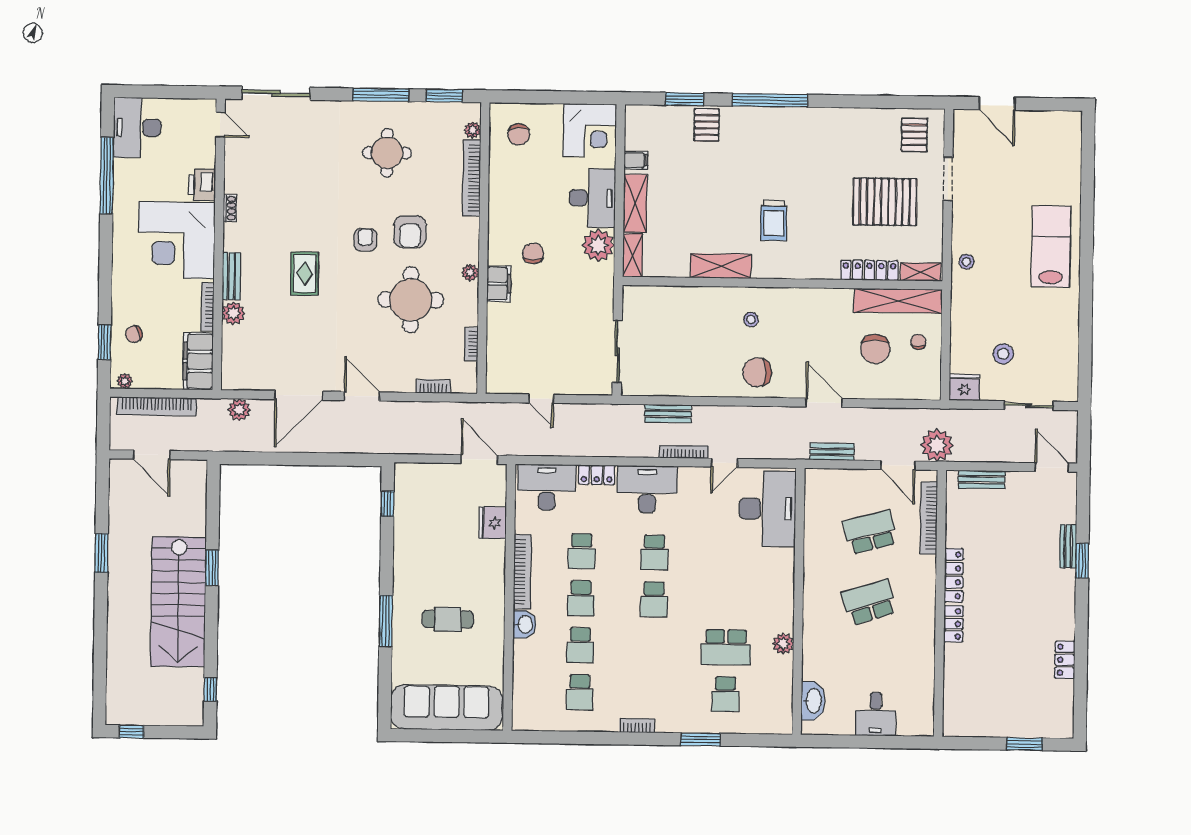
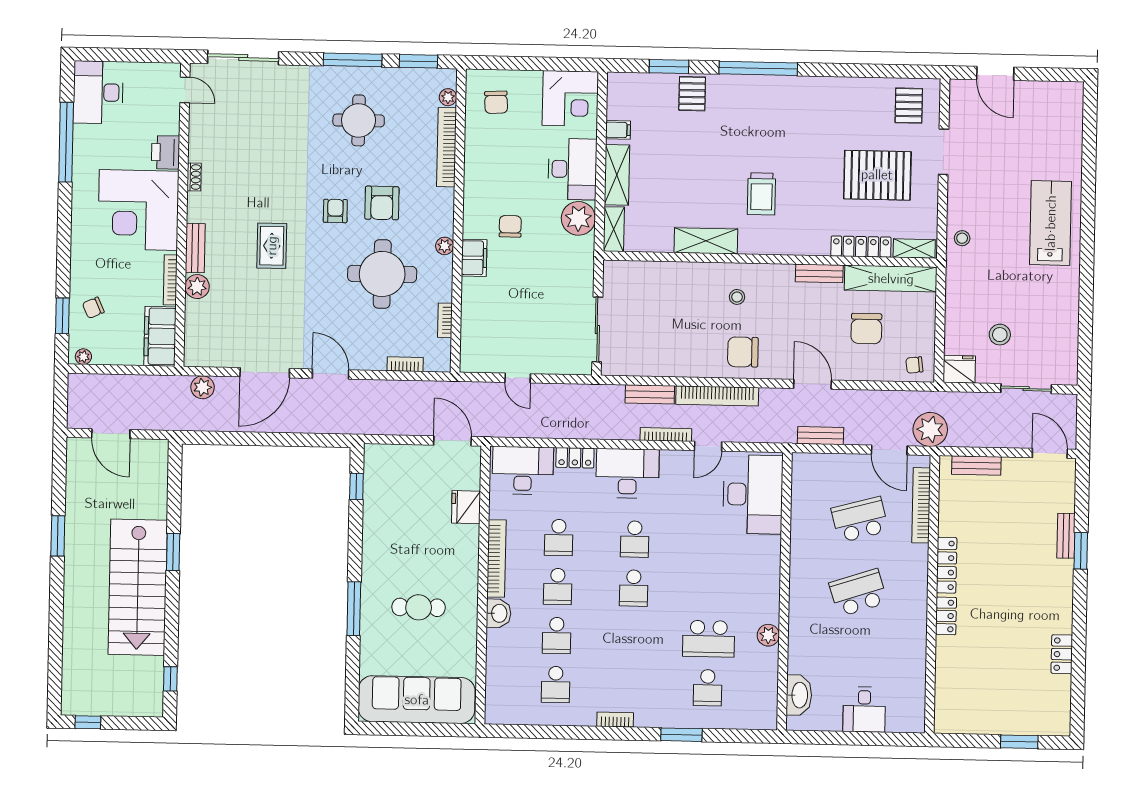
bench: (830, 296) -> (819, 273), added
chair: (918, 342) -> (914, 365), moved, turned -97
bookcase: (157, 406) -> (717, 396), moved

